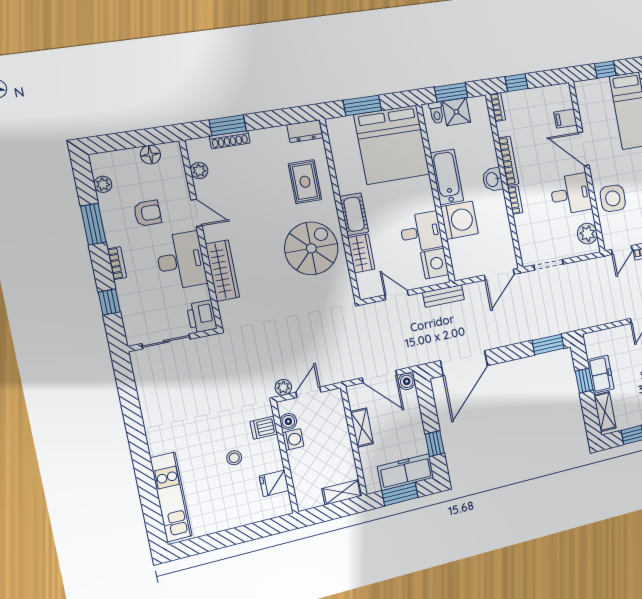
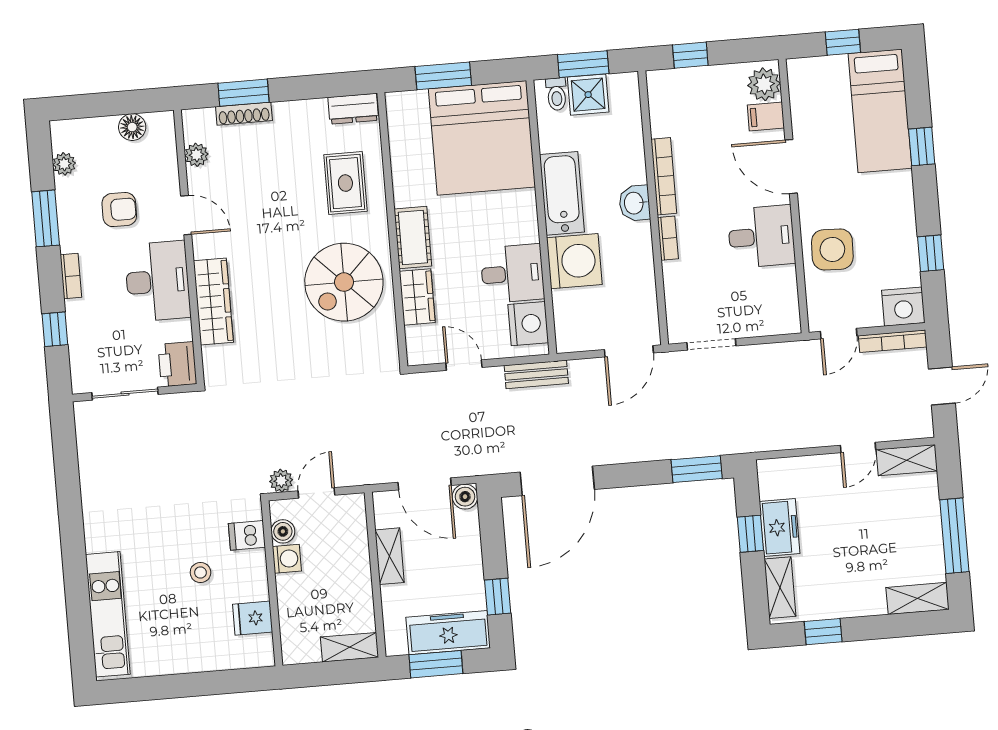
bookcase: (498, 107) -> (656, 91), removed
plant: (587, 234) -> (764, 84), moved
spiral stairs: (311, 248) -> (344, 282), turned 180

